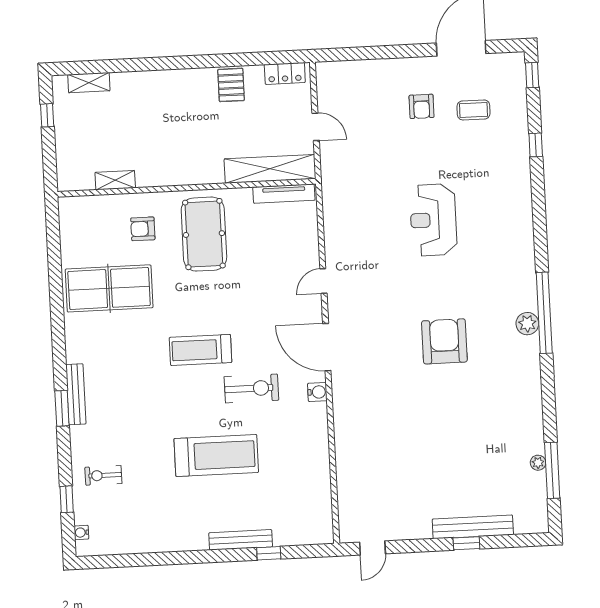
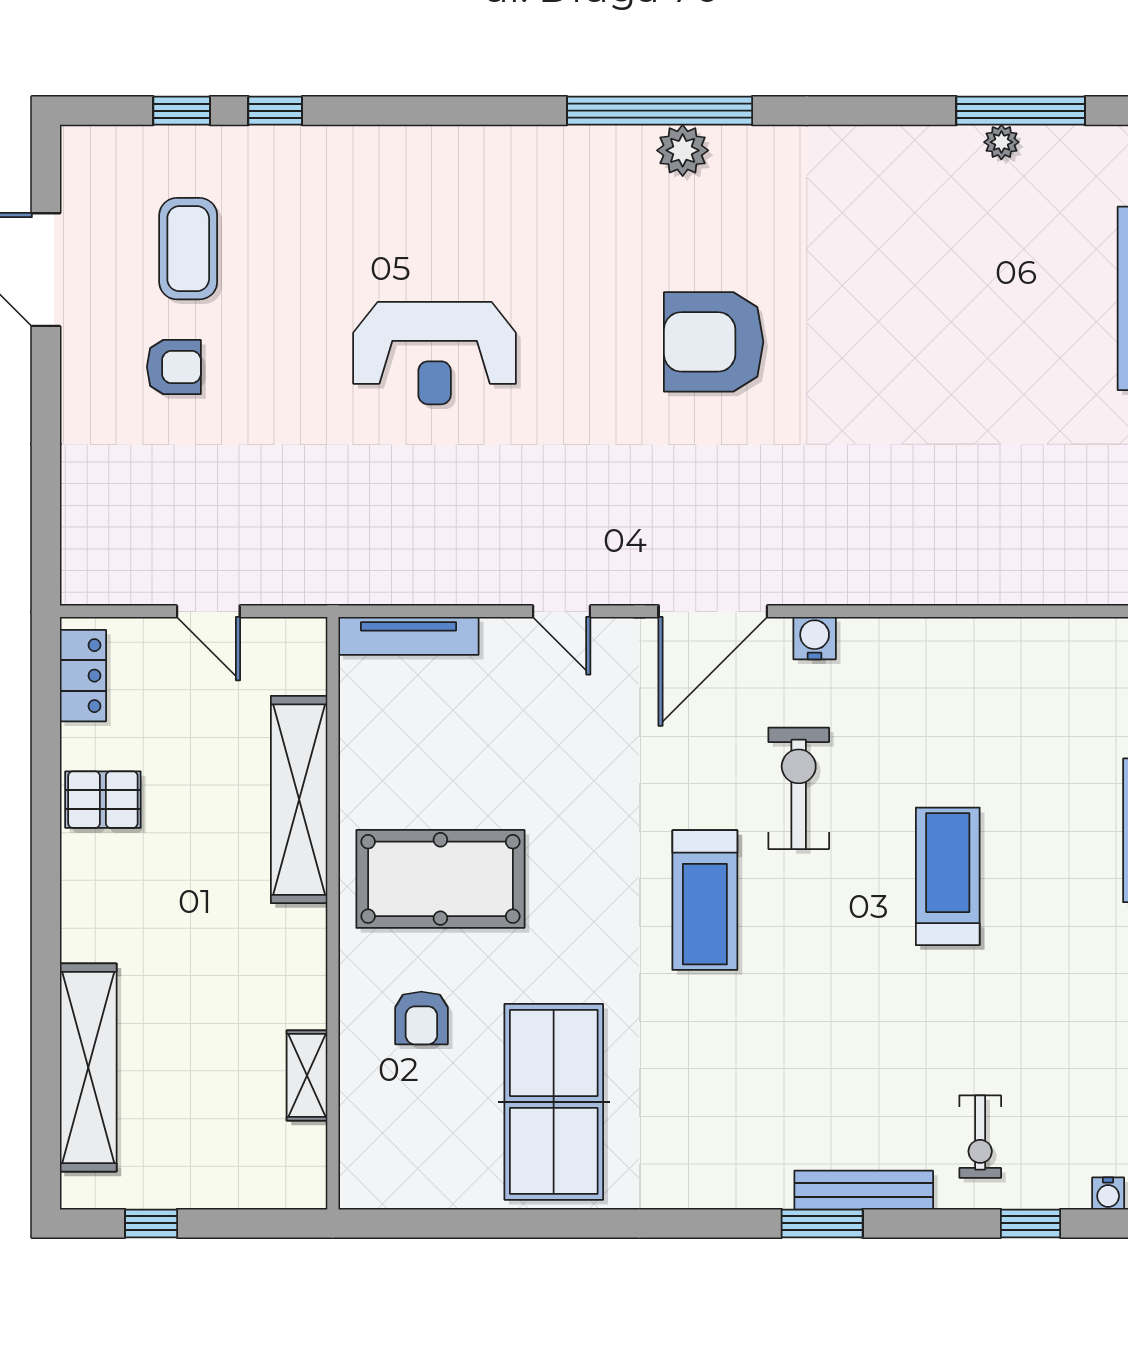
window: (532, 75) -> (182, 111), moved
shelving: (89, 83) -> (88, 1068), width x2.20, depth x1.33
coffee table: (474, 110) -> (188, 249), width x1.36, depth x1.30
door: (316, 127) -> (208, 611), swing flipped
shelving: (270, 169) -> (299, 800), moved
tv unit: (284, 194) -> (409, 636), moved, turned 90
bench: (76, 394) -> (864, 1190), moved
treadmill: (216, 455) -> (948, 876), width x0.73, depth x0.73

